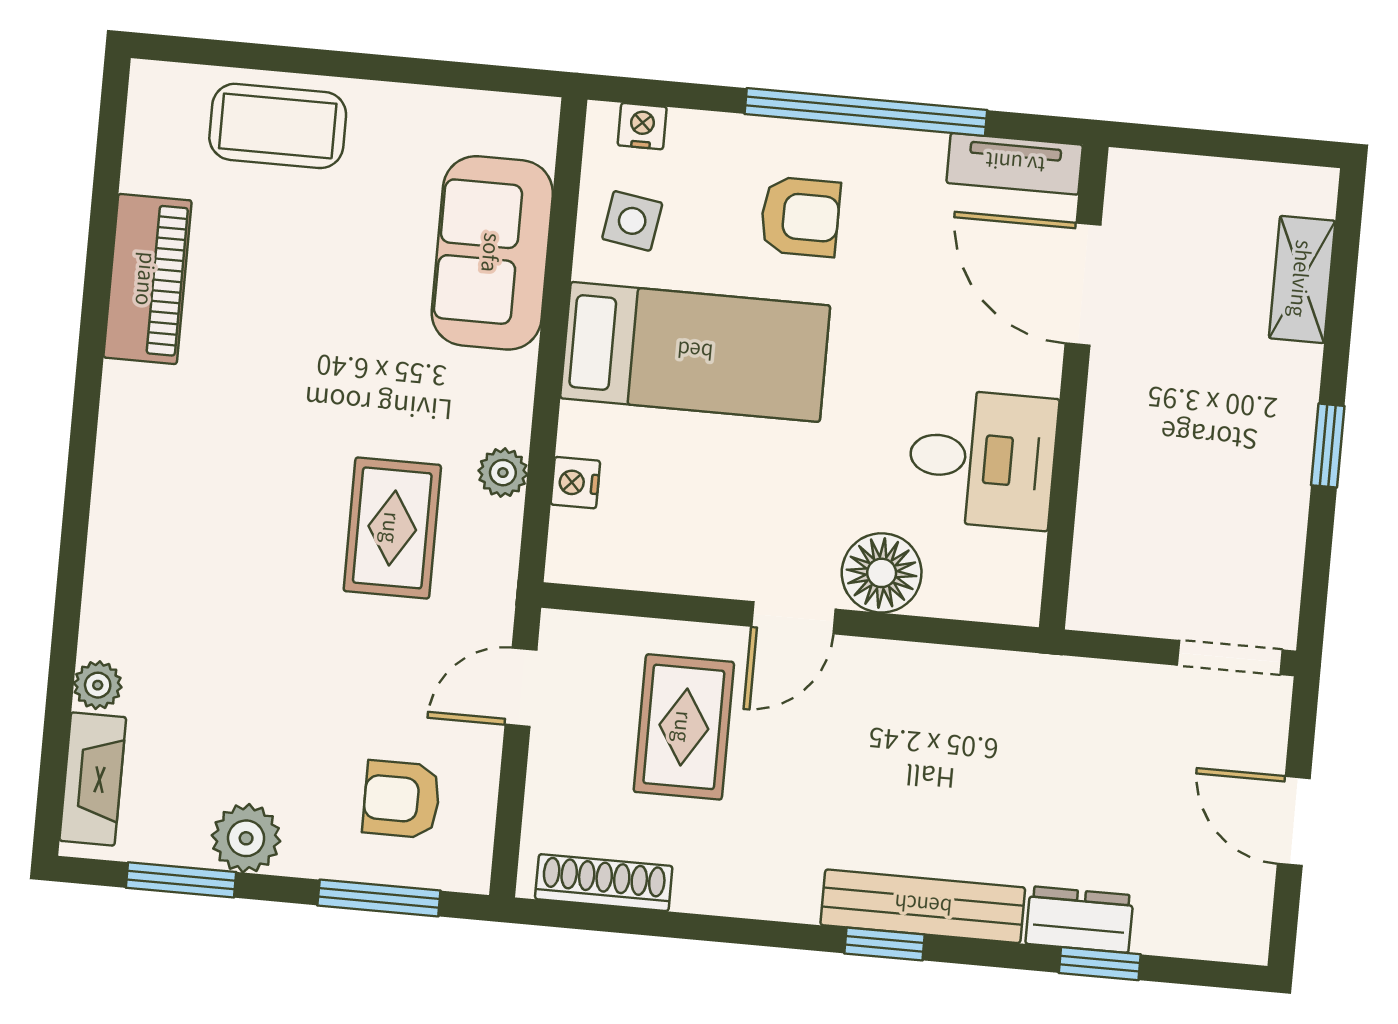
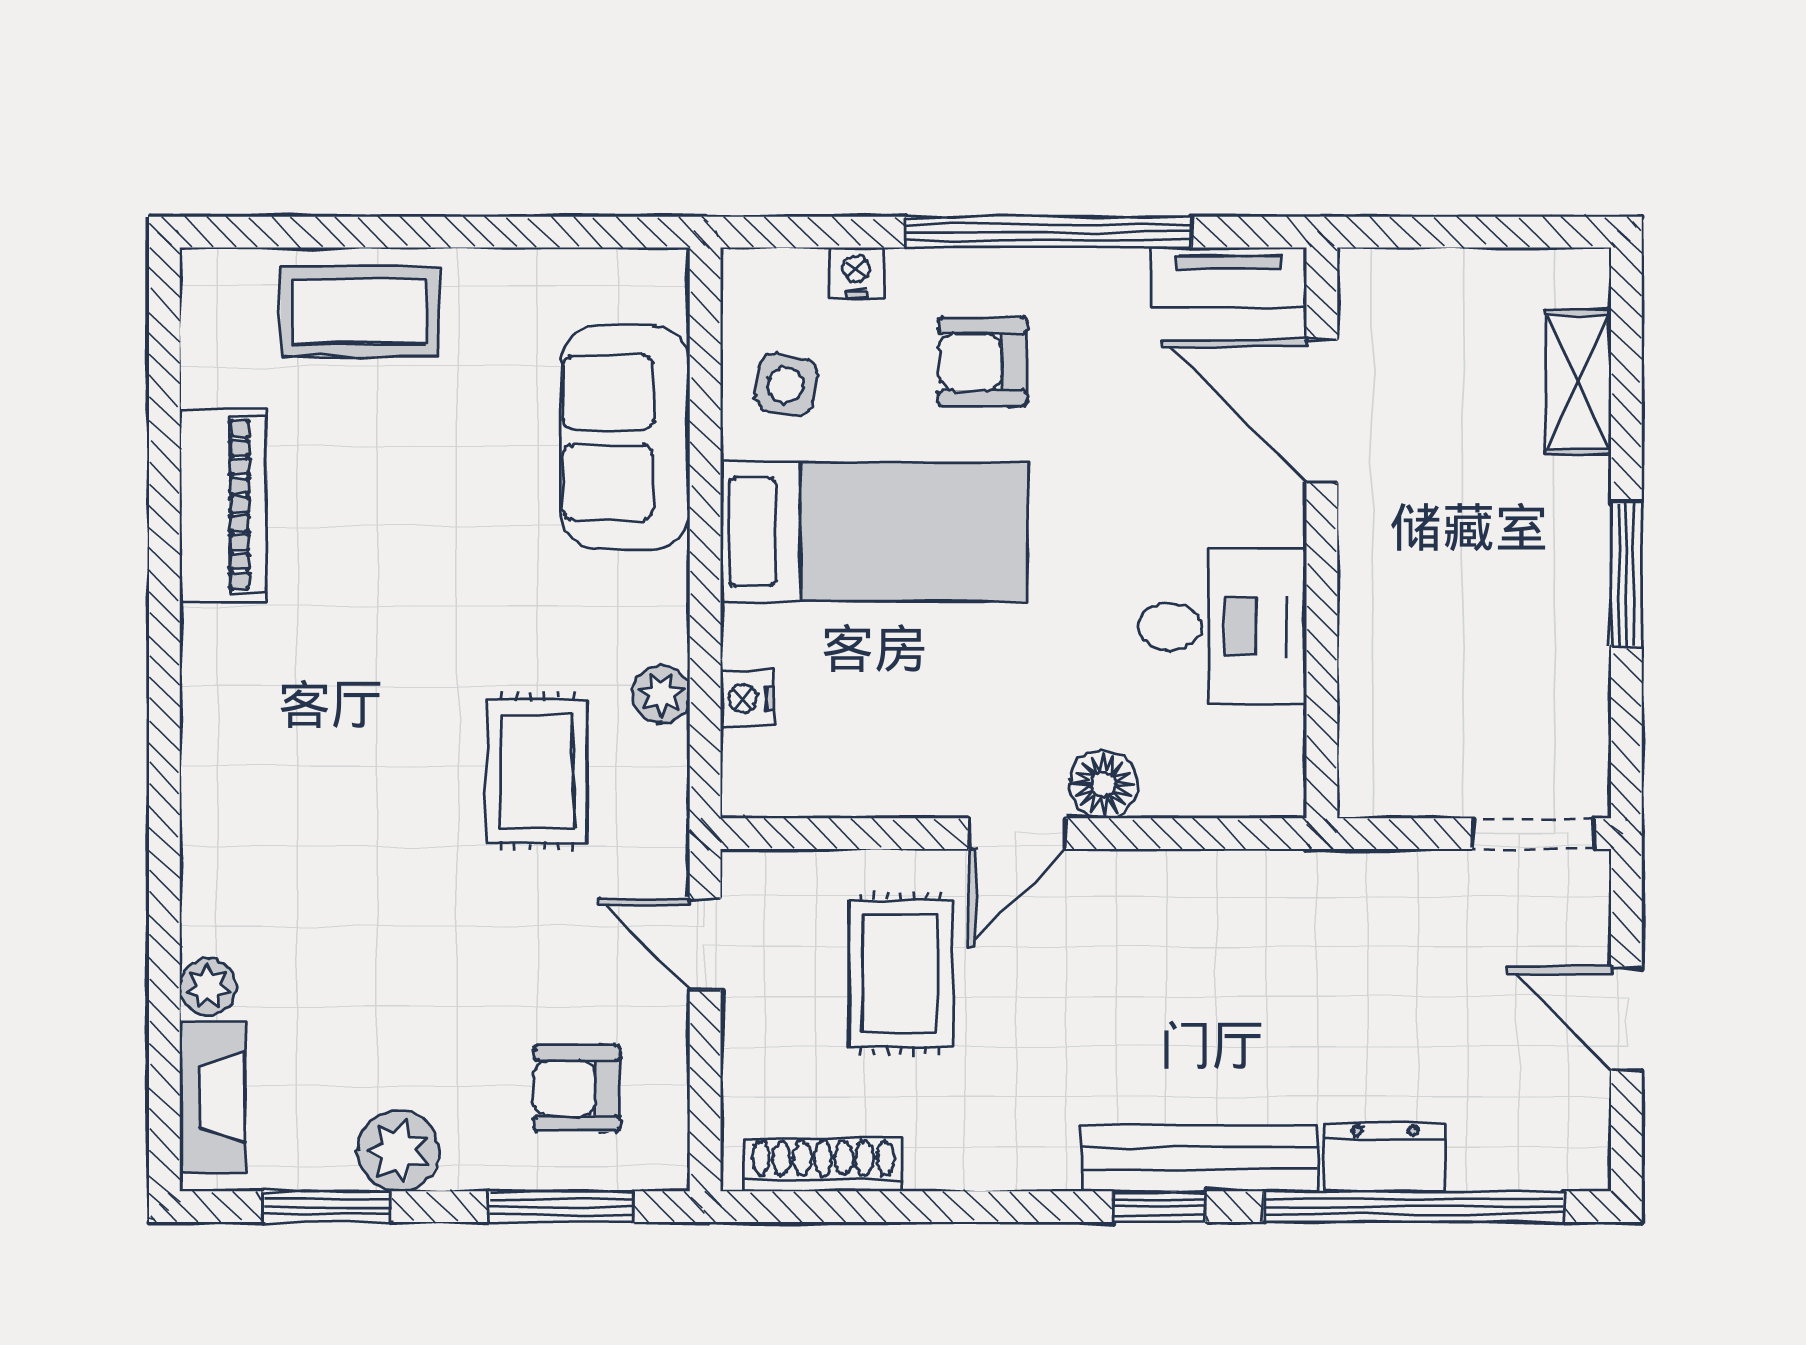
nightstand: (642, 126) -> (856, 273), moved
armchair: (800, 217) -> (983, 362), turned 180
window: (1328, 446) -> (1626, 574), width x1.50
floor lamp: (882, 573) -> (1103, 784), width x0.73, depth x0.73
door: (521, 687) -> (705, 944), hinge flipped
window: (1100, 964) -> (1414, 1207), width x3.17

